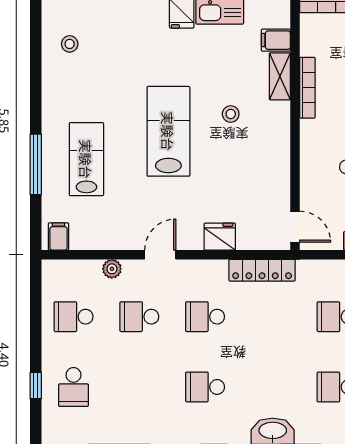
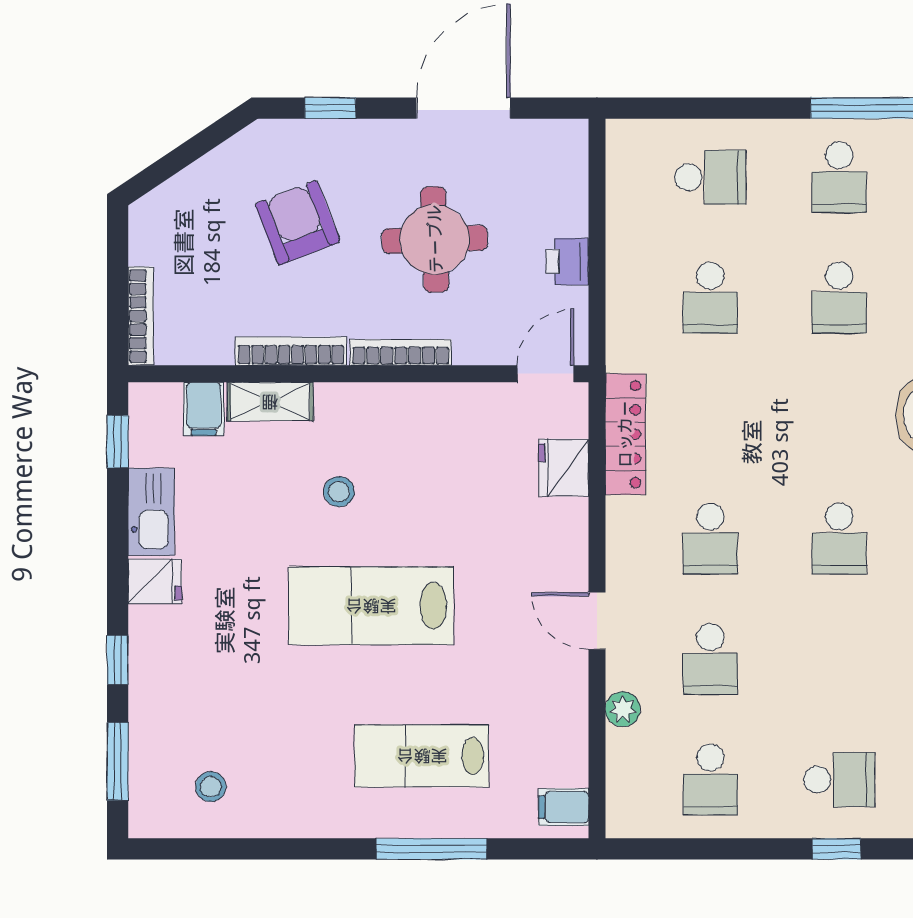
bookcase: (307, 148) -> (401, 352), added
fridge: (220, 237) -> (564, 468), moved

